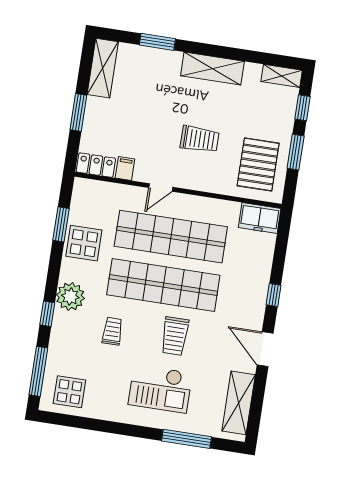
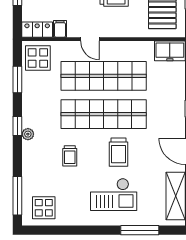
door: (161, 187) -> (90, 39), hinge flipped
display table: (84, 243) -> (38, 58), moved
plant: (70, 296) -> (28, 134), width x0.53, depth x0.53
window: (47, 314) -> (17, 126), moved
trolley: (112, 331) -> (70, 156), turned 180

